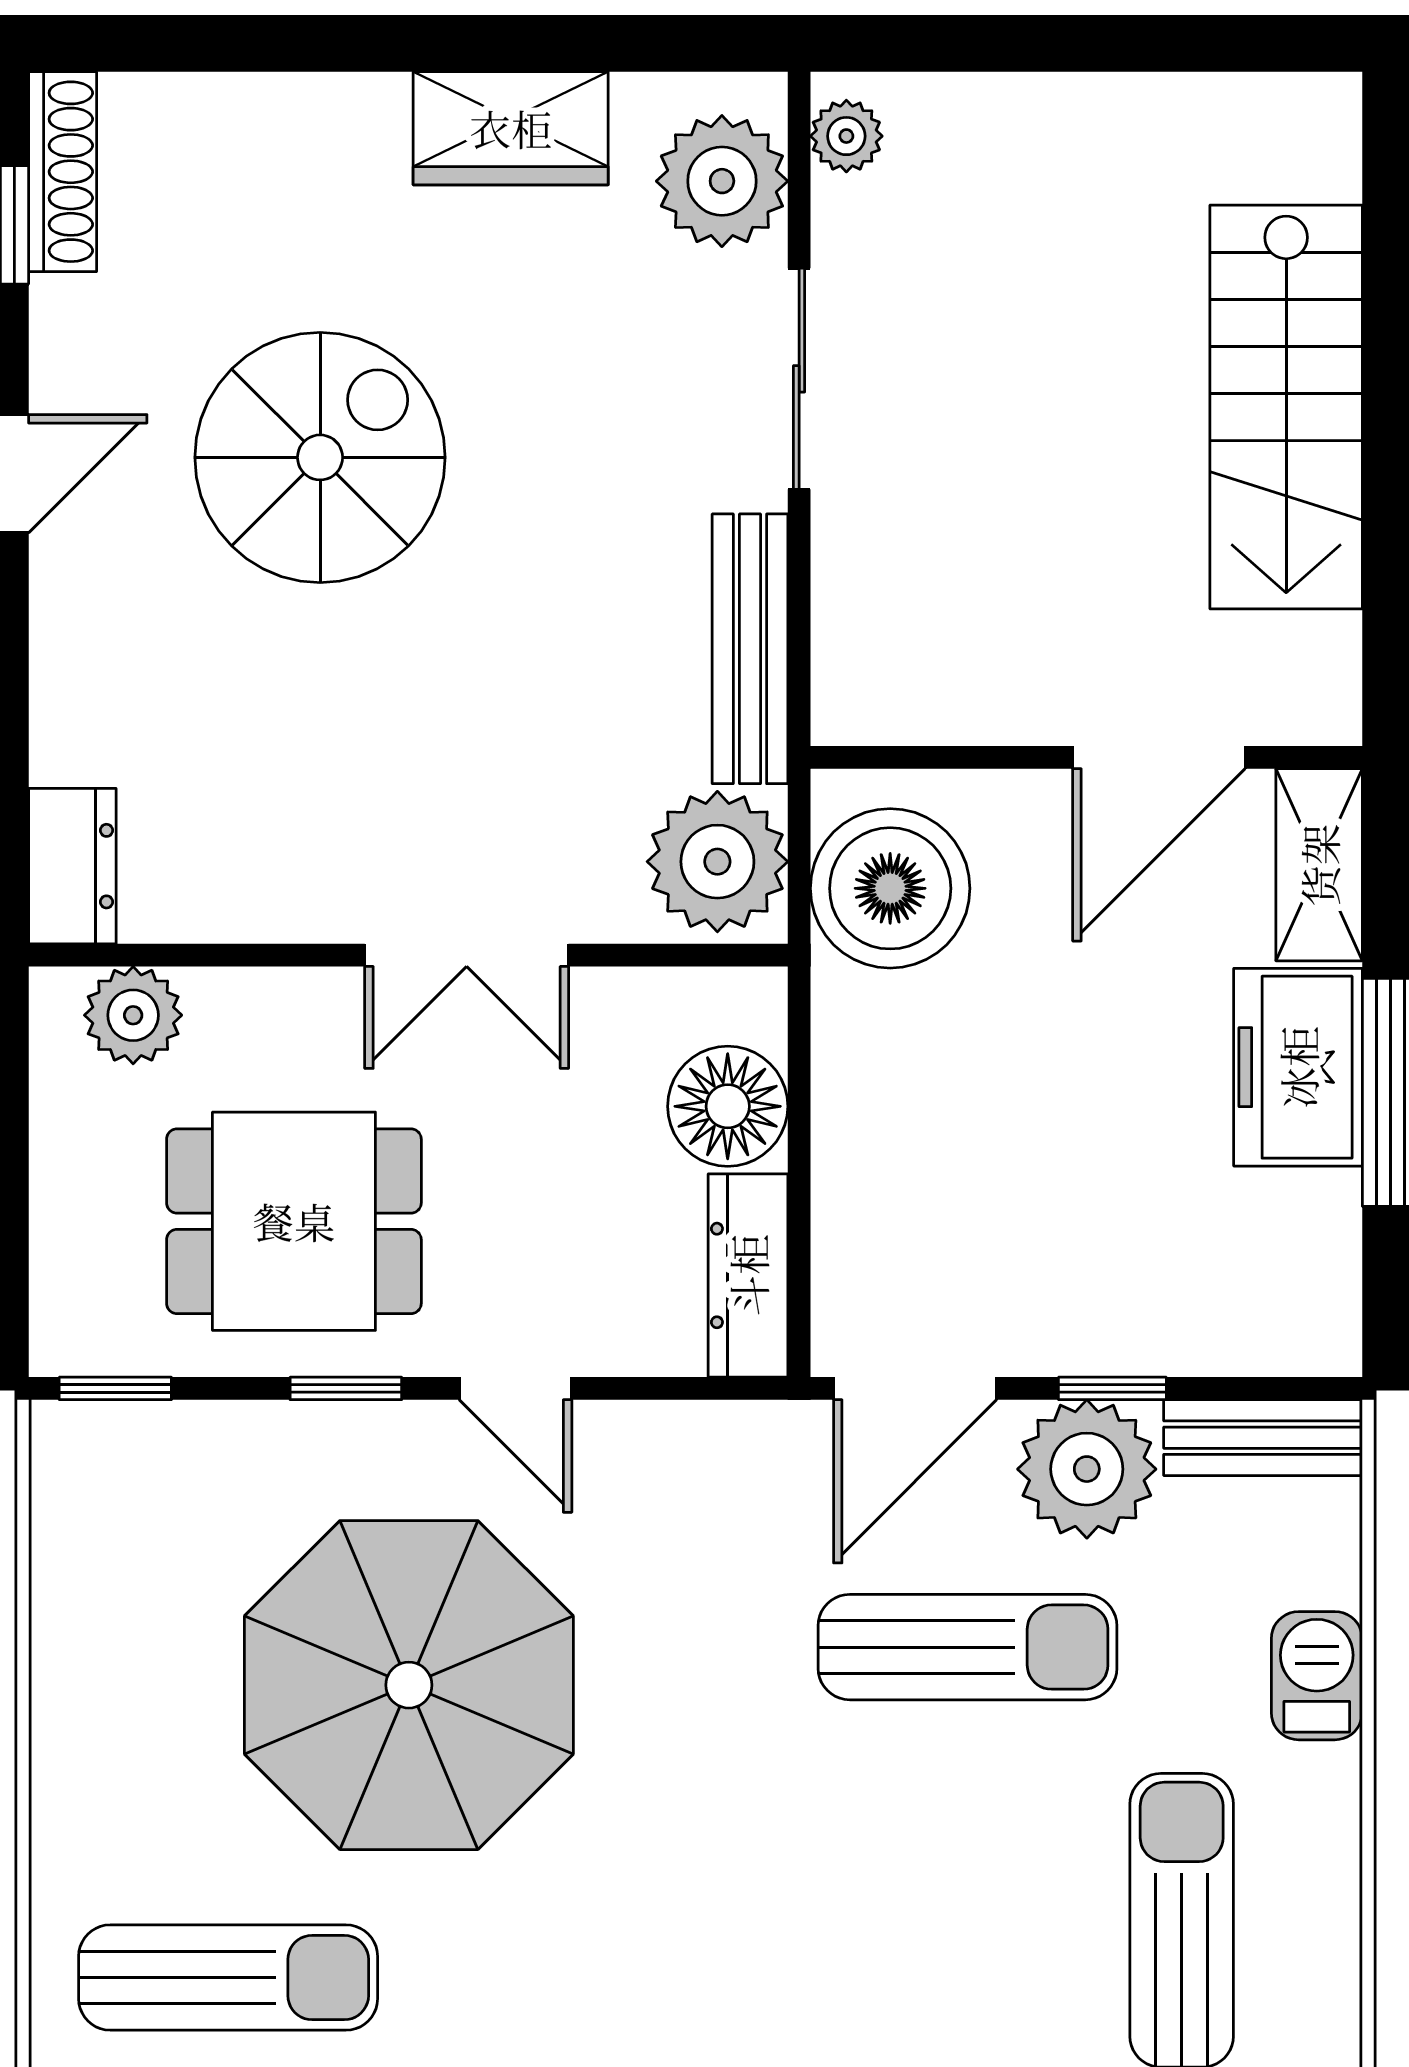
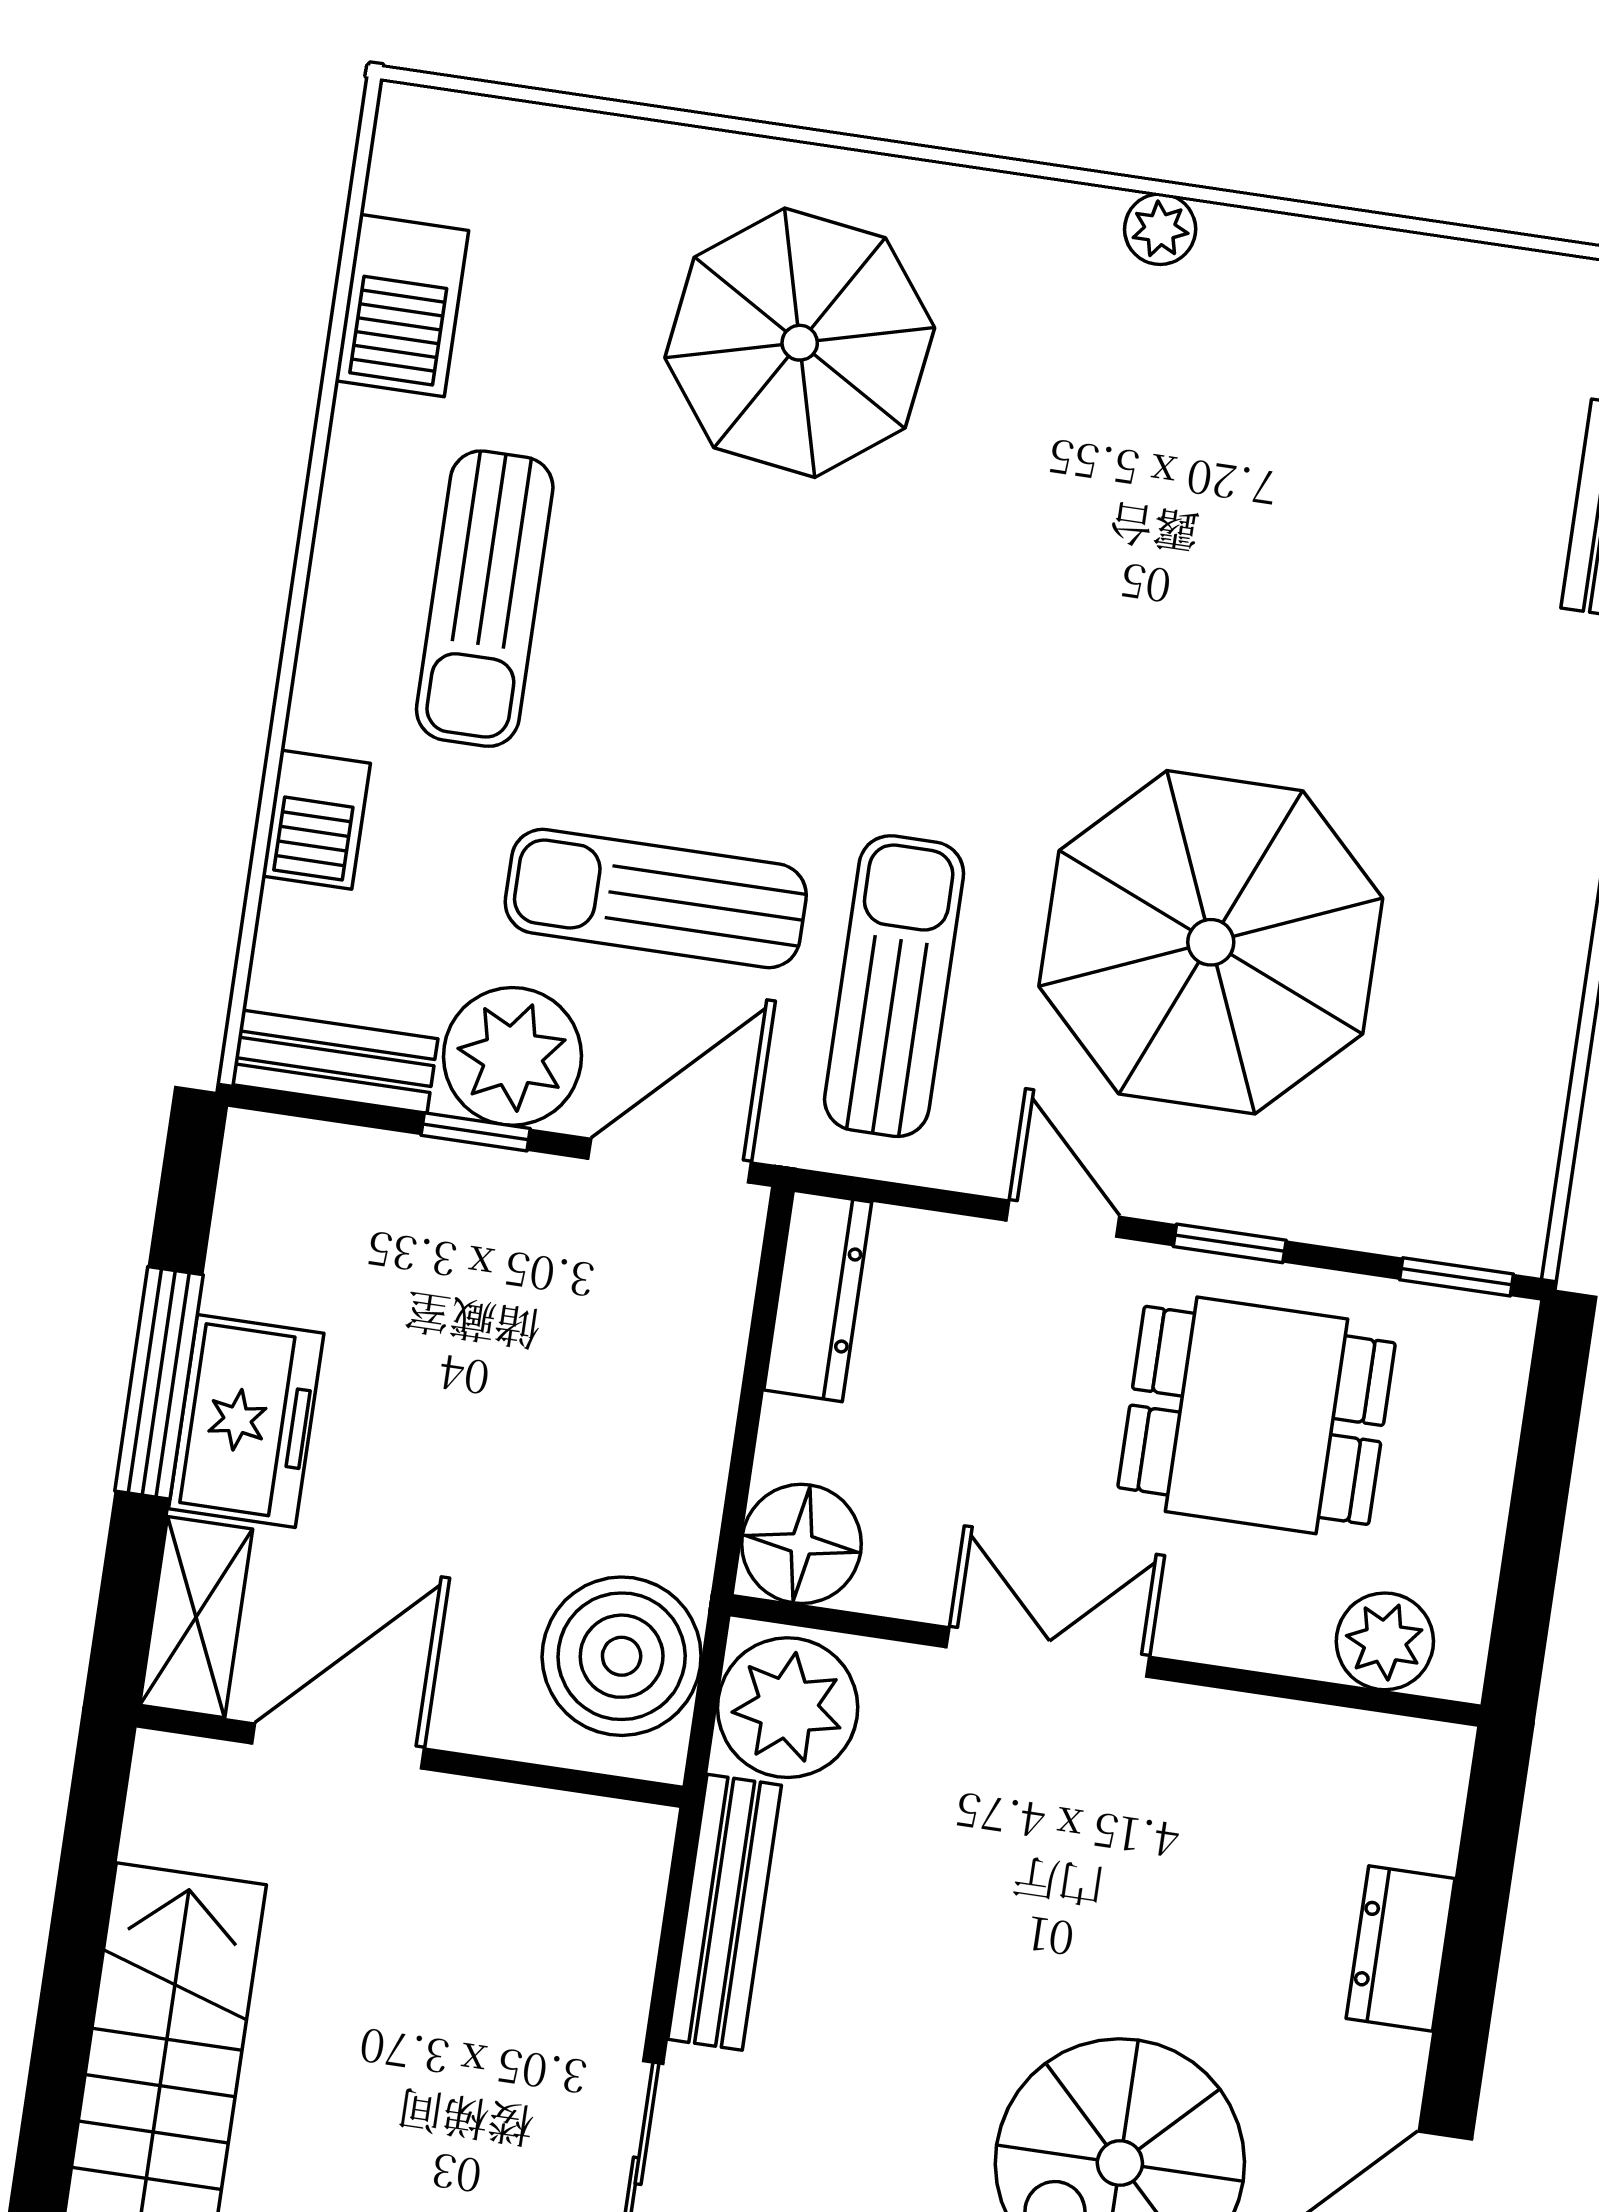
dresser: (72, 866) -> (1401, 1949), moved
floor lamp: (728, 1106) -> (801, 1544), moved
sun lounger: (228, 1978) -> (894, 986), moved, turned 90

